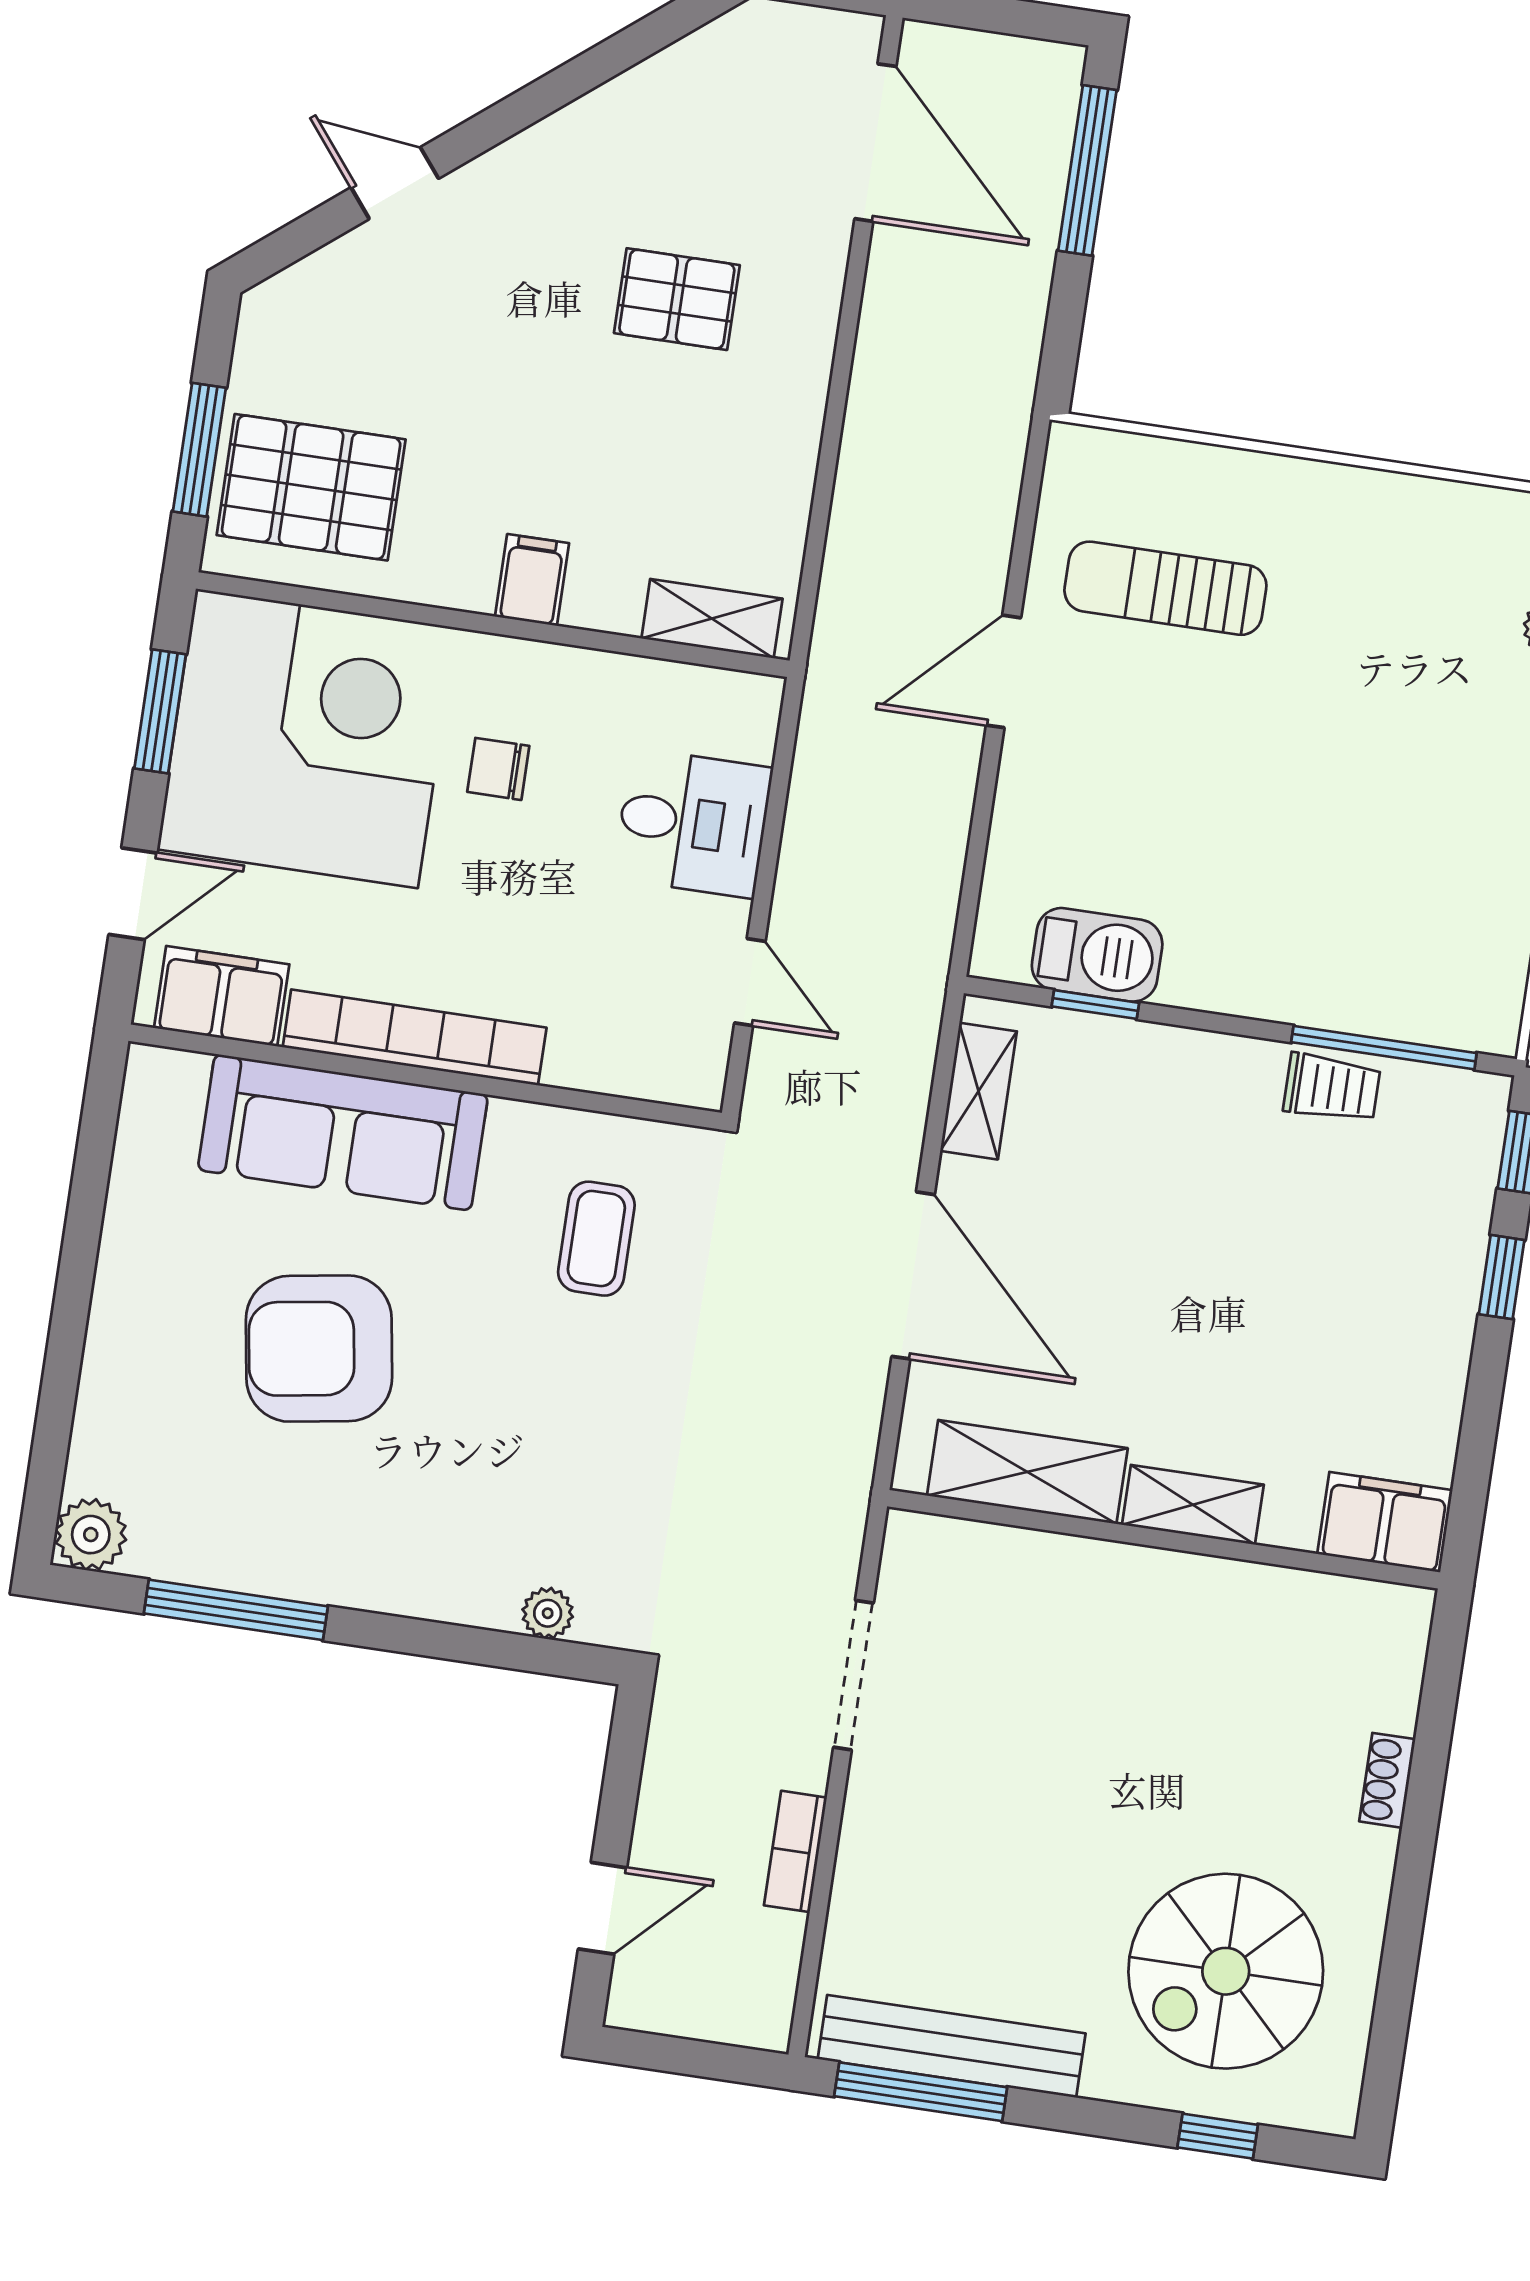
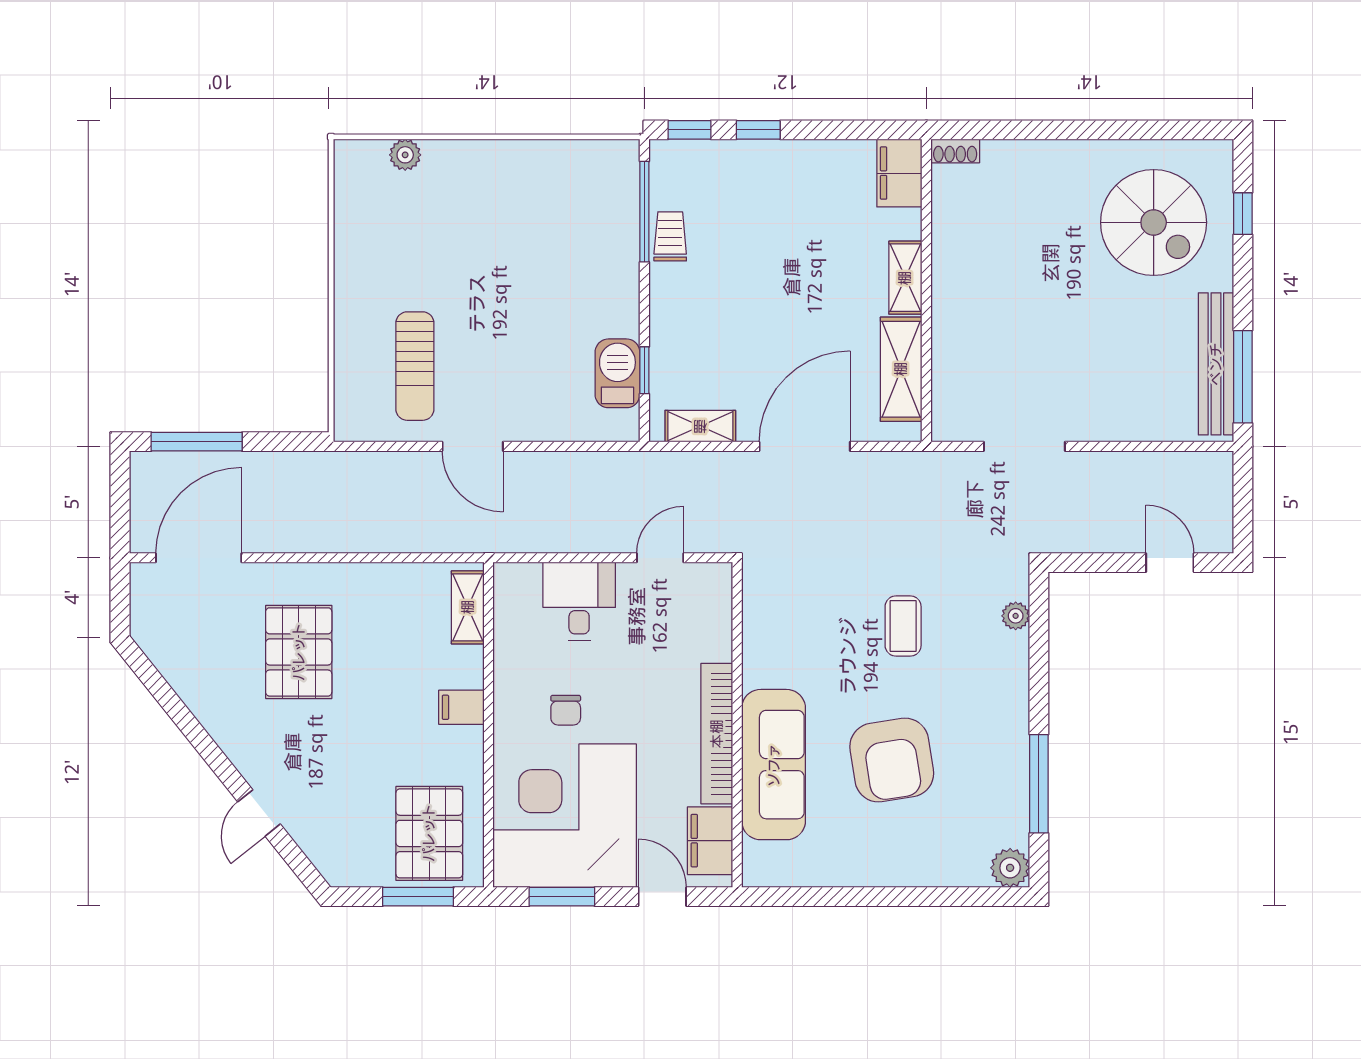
pallet: (677, 299) -> (299, 652), width x1.50, depth x1.42
coffee table: (596, 1239) -> (903, 626), moved, turned 90
shoe rack: (1387, 1780) -> (955, 151), moved
bookcase: (795, 1851) -> (1124, 463), removed

